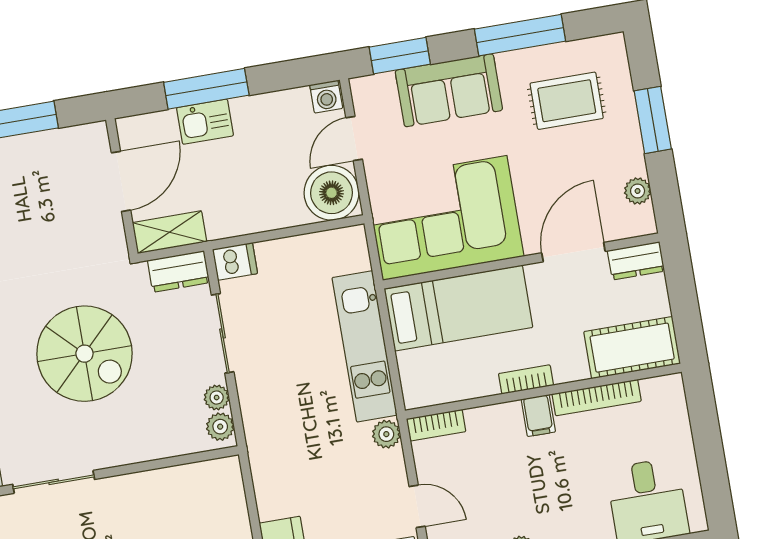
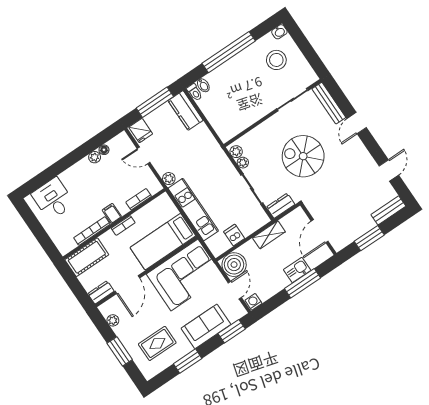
window: (520, 35) -> (188, 361), width x0.69
shelving: (169, 232) -> (269, 235), moved
dishwasher: (235, 261) -> (234, 235), moved, turned 90
bookcase: (436, 425) -> (139, 199), moved

